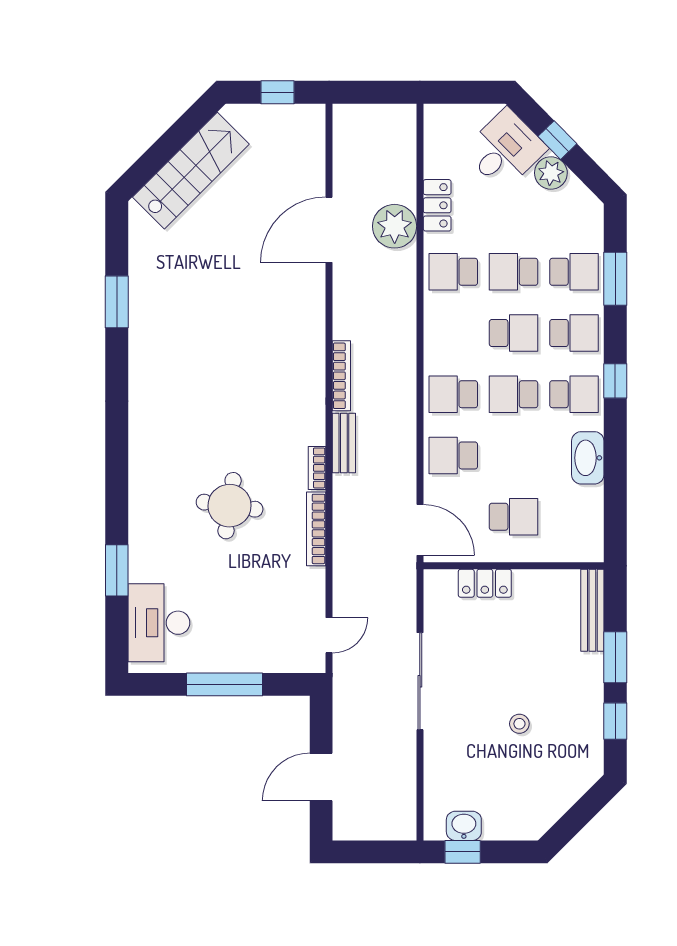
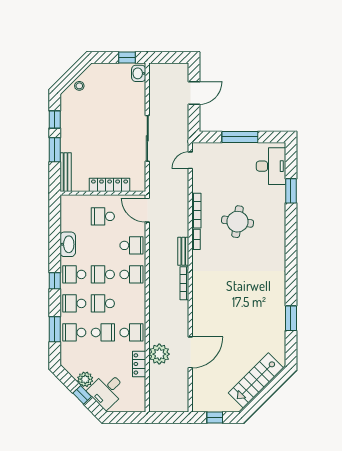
school desk: (514, 394) -> (103, 274), turned 180
locker: (485, 583) -> (110, 185), width x1.53
stool: (519, 724) -> (79, 86), moved
washbasin: (464, 826) -> (139, 73), moved, turned 90

